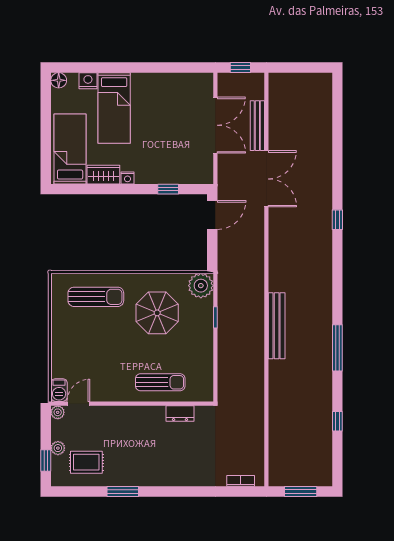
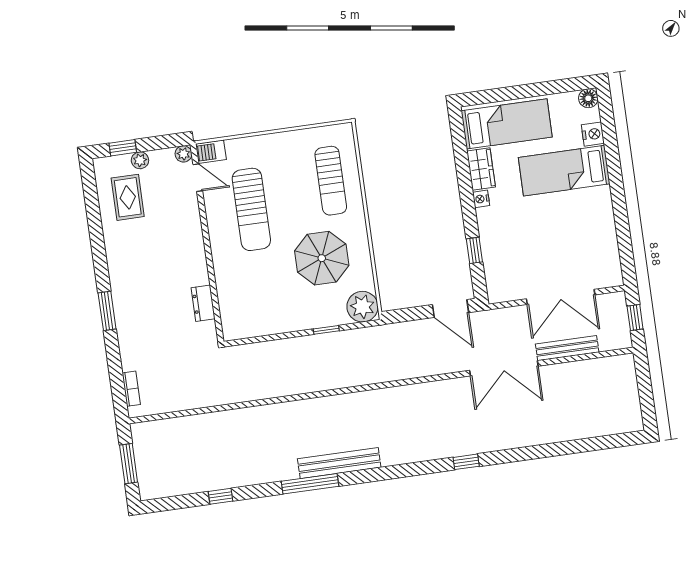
bench: (277, 326) -> (339, 463), moved
sun lounger: (160, 382) -> (251, 209), moved, width x1.36, depth x1.34
window: (123, 492) -> (107, 311), moved

